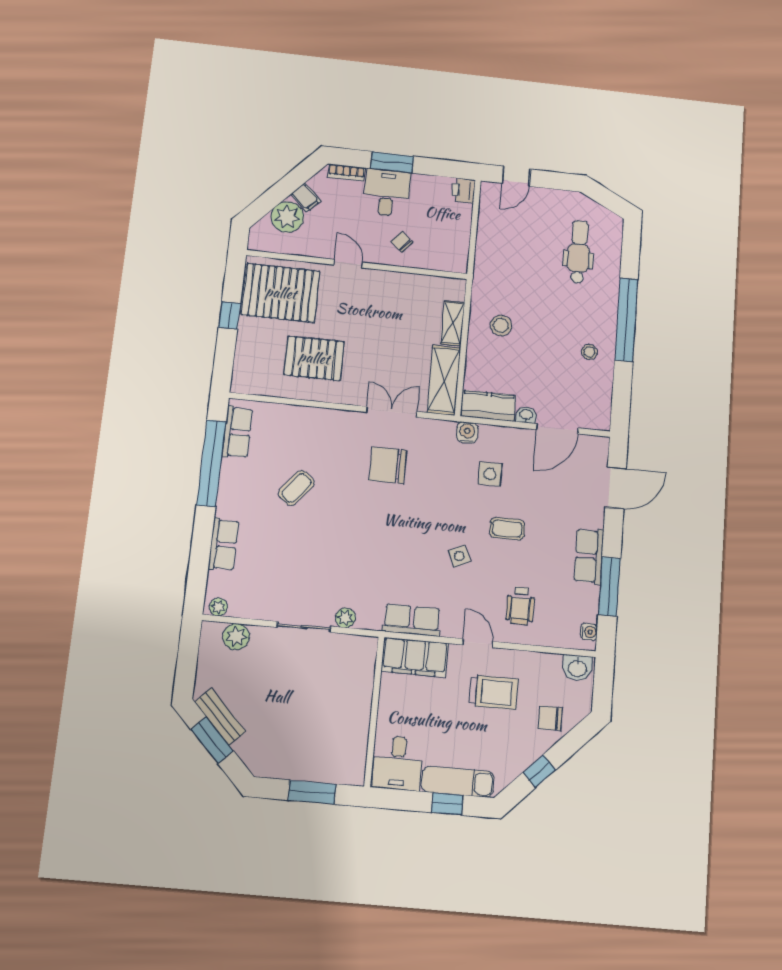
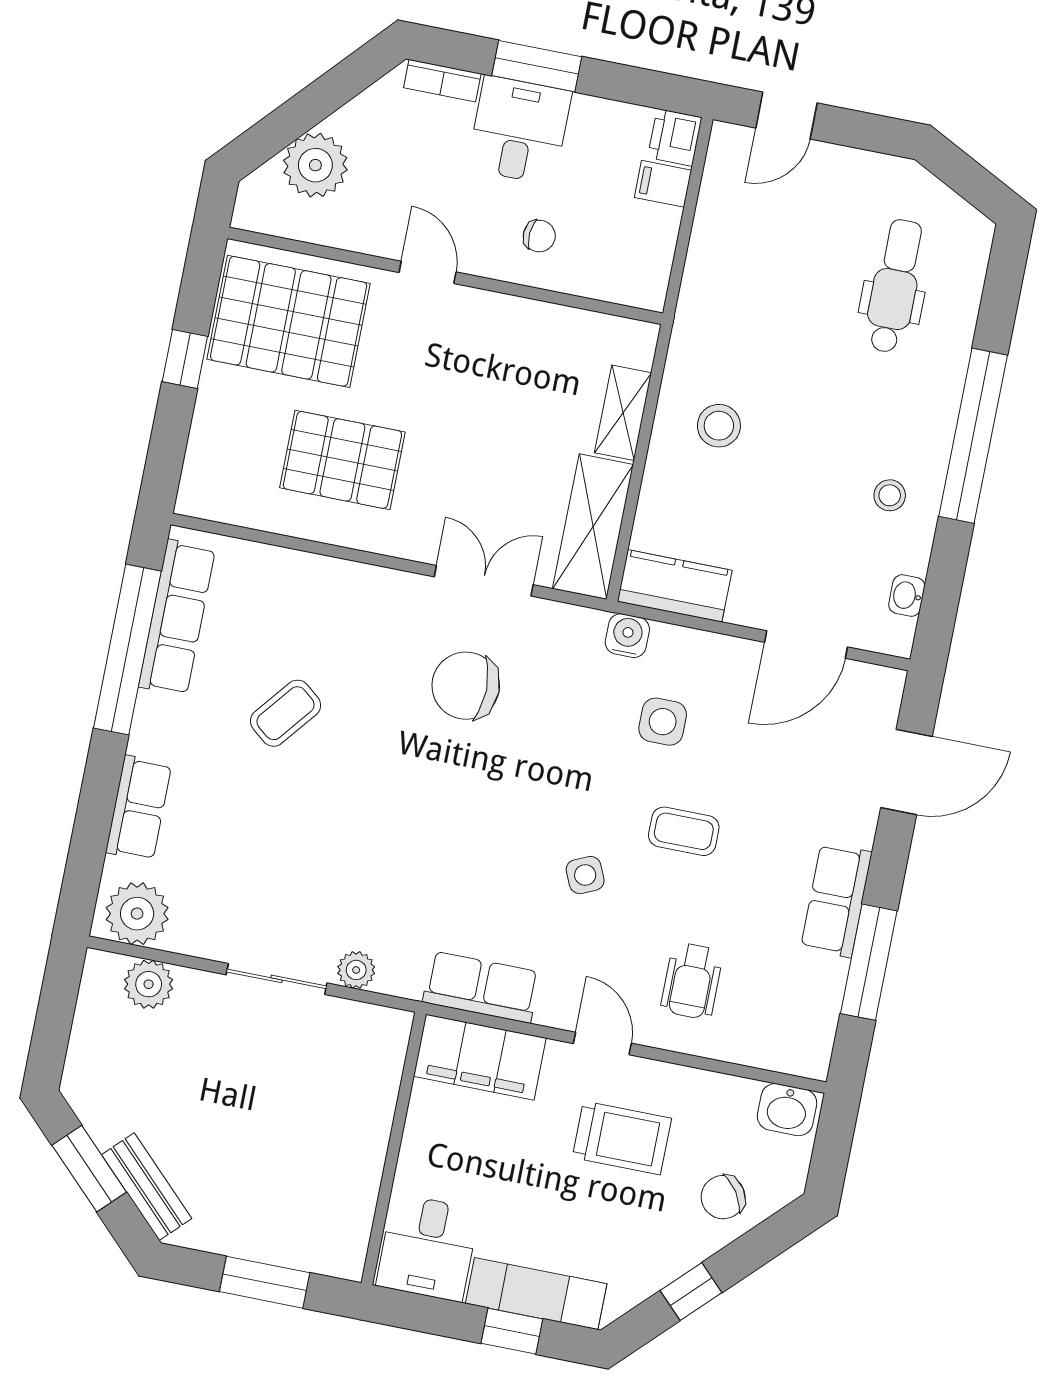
filing cabinet: (306, 197) -> (663, 184), moved, turned 137
chair: (402, 242) -> (539, 236), turned 144
washbasin: (526, 415) -> (907, 596), moved, turned -90
row of seats: (237, 432) -> (177, 618), width x1.48
plant: (218, 607) -> (137, 914), width x1.88, depth x1.88
water cooler: (589, 632) -> (818, 1044), removed
bench: (220, 717) -> (147, 1187), moved
chair: (550, 718) -> (723, 1197), turned -34

